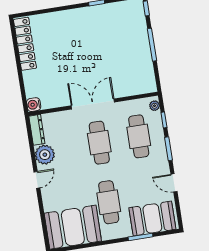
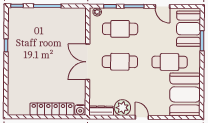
locker: (25, 44) -> (52, 109), moved
door: (174, 183) -> (163, 6), hinge flipped

